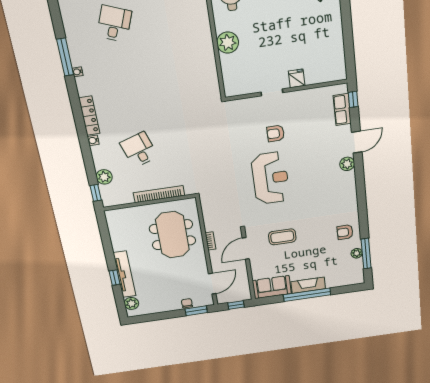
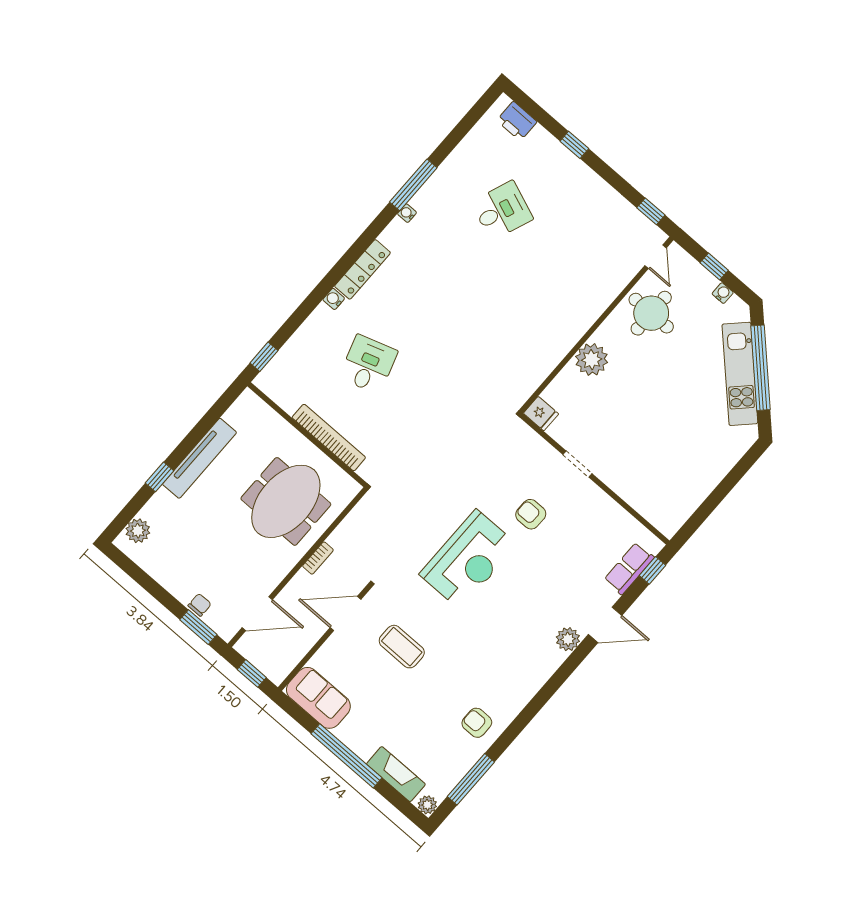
fridge: (297, 78) -> (541, 414), moved, turned 90
plant: (104, 177) -> (295, 350), removed
plant: (357, 253) -> (427, 805), moved
tv unit: (125, 274) -> (199, 458), moved
fireplace: (308, 285) -> (396, 774), moved

